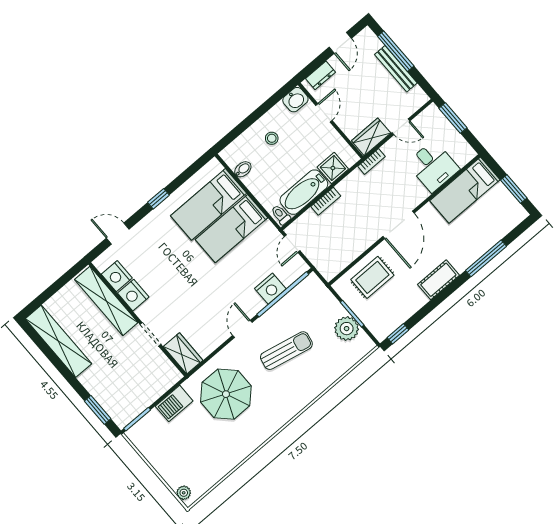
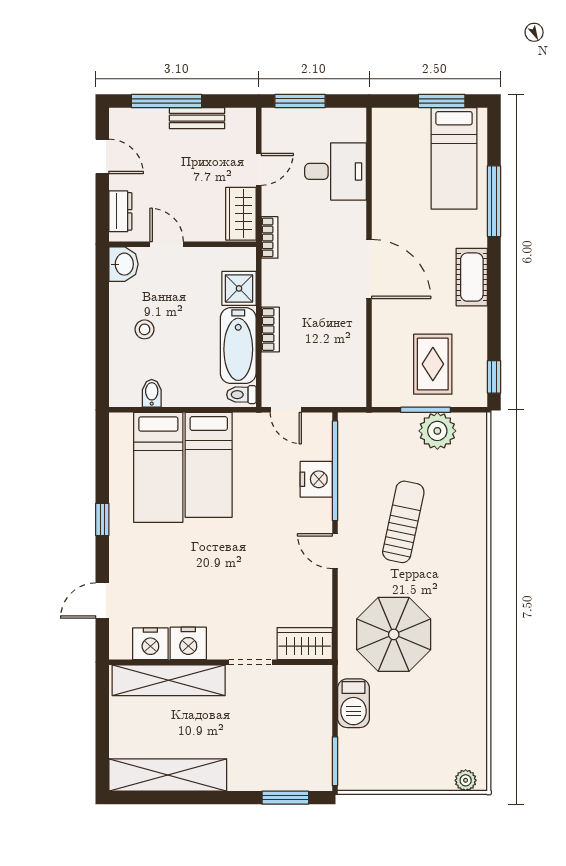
bench: (396, 69) -> (197, 118), width x0.73
bed: (465, 190) -> (454, 158), moved
rug: (372, 277) -> (433, 364), moved

